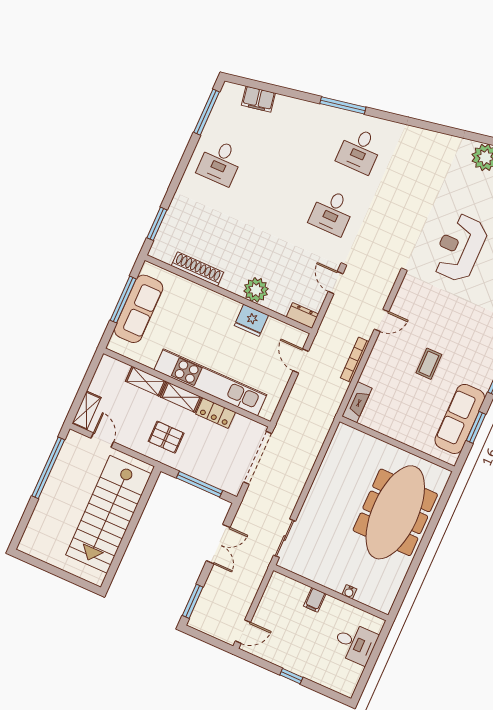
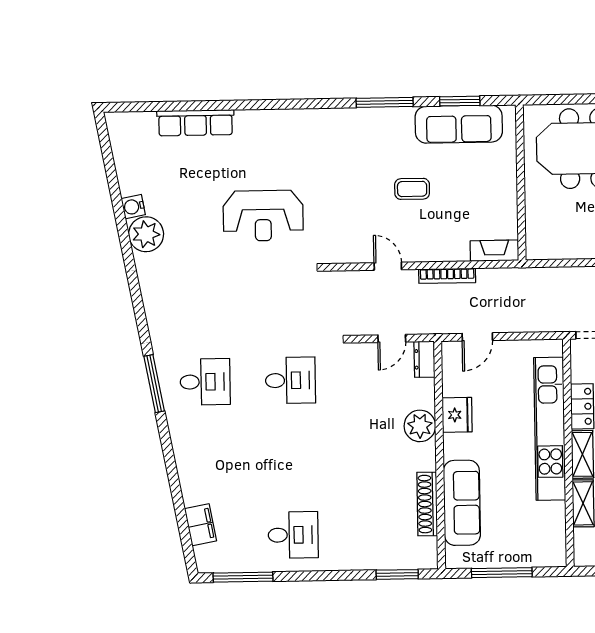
window: (343, 105) -> (154, 384), moved
door: (336, 283) -> (392, 338), moved
sofa: (139, 309) -> (462, 503), moved, turned 90

